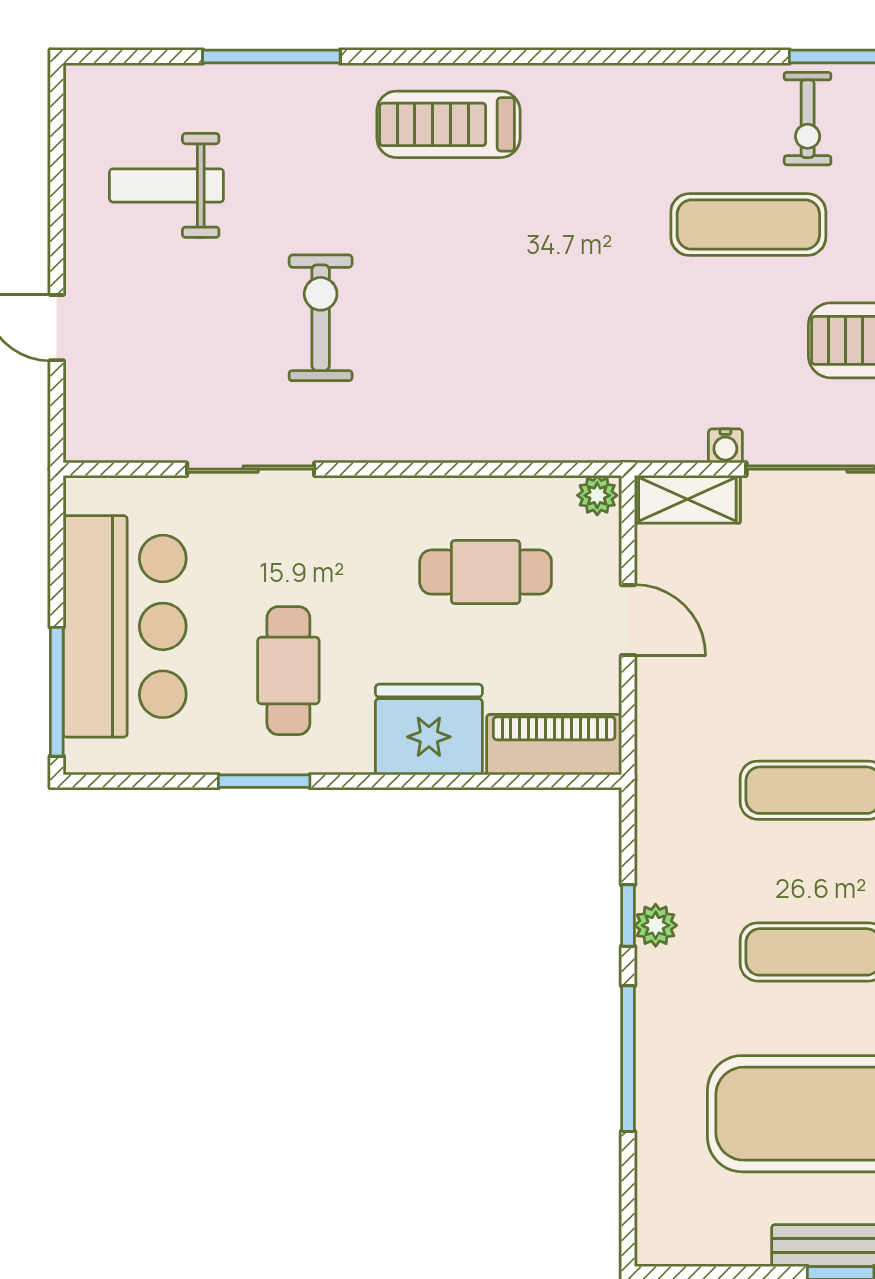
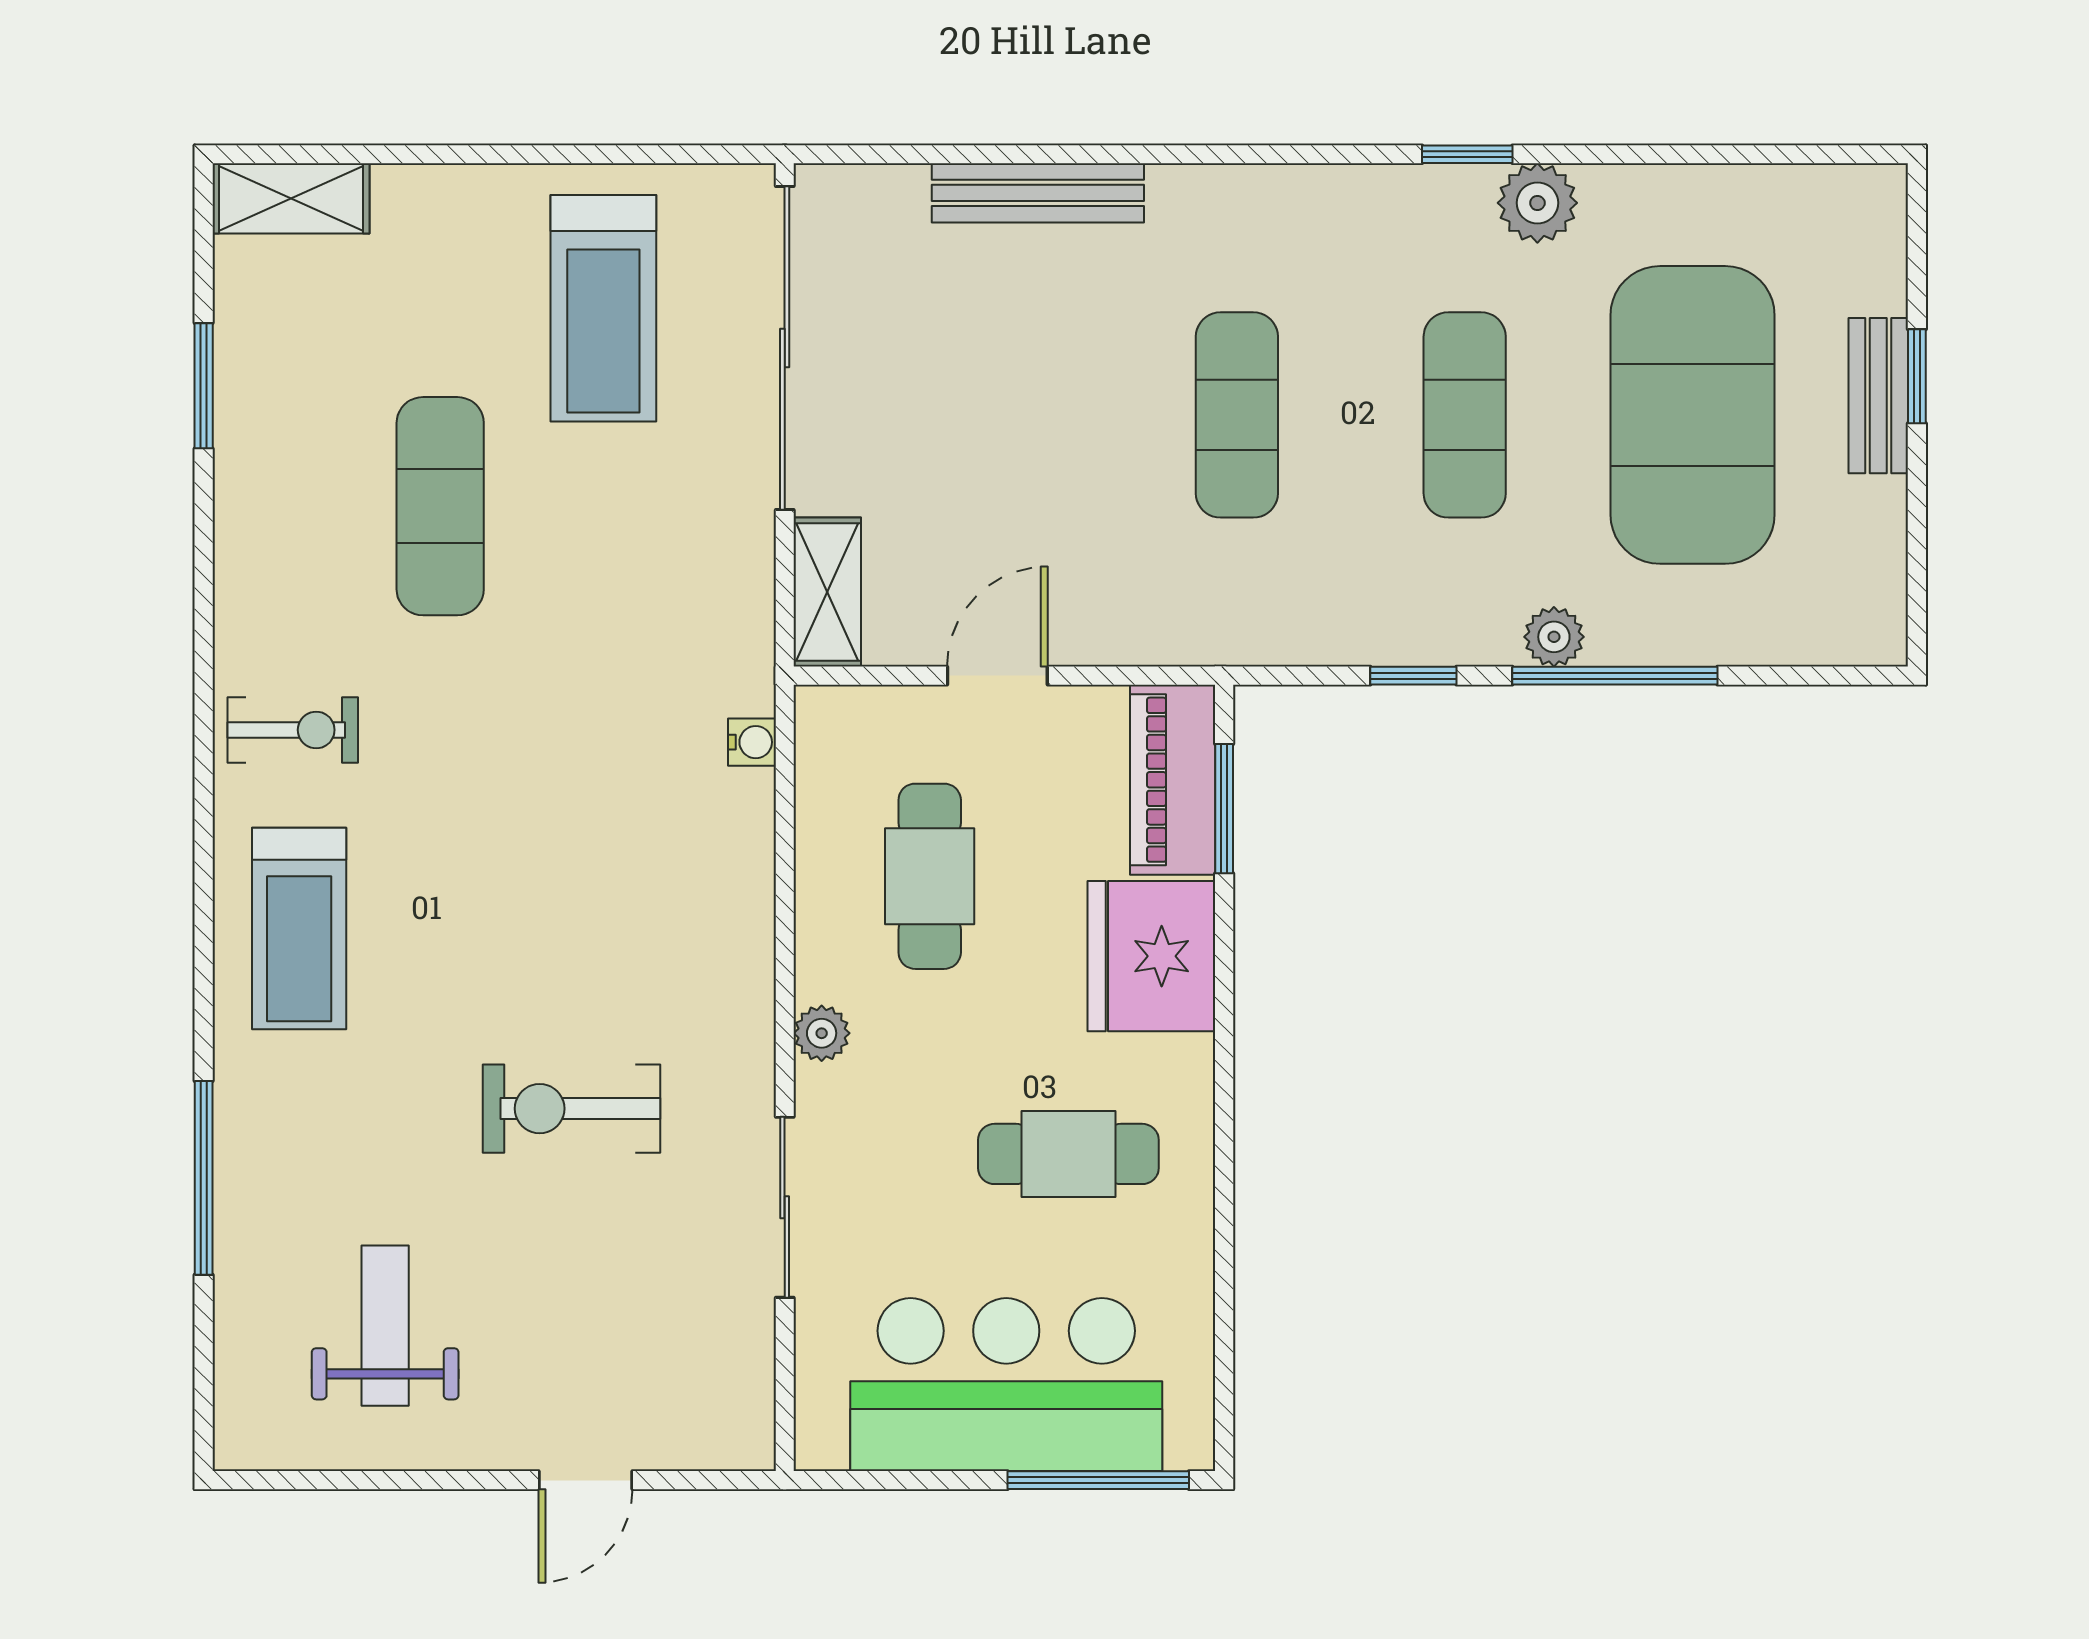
exercise bike: (808, 119) -> (293, 730), moved
weight bench: (166, 185) -> (385, 1326), turned 180
water cooler: (725, 446) -> (752, 742), moved
plant: (597, 495) -> (822, 1033), moved
window: (264, 781) -> (1224, 809), moved
plant: (656, 925) -> (1554, 637), moved

